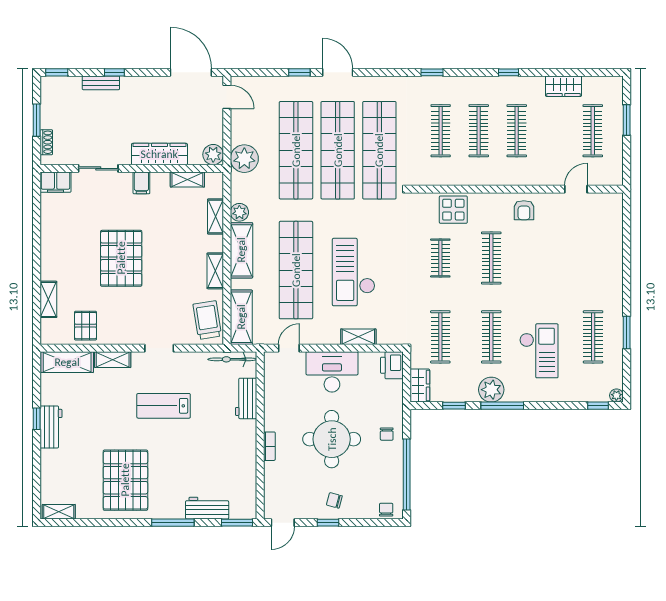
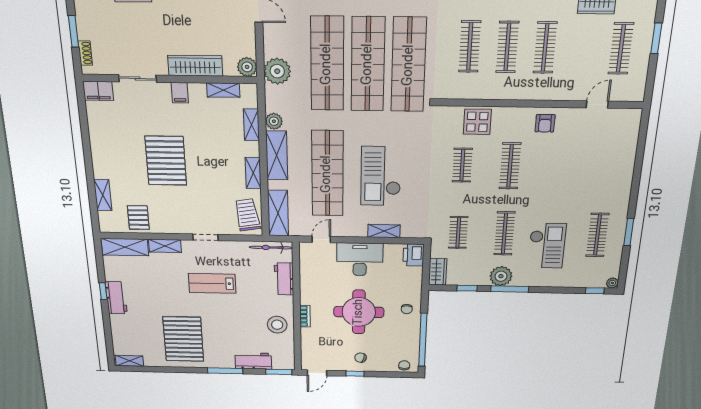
clothes rail: (440, 337) -> (458, 233), width x0.73
stool: (237, 458) -> (277, 325), added

